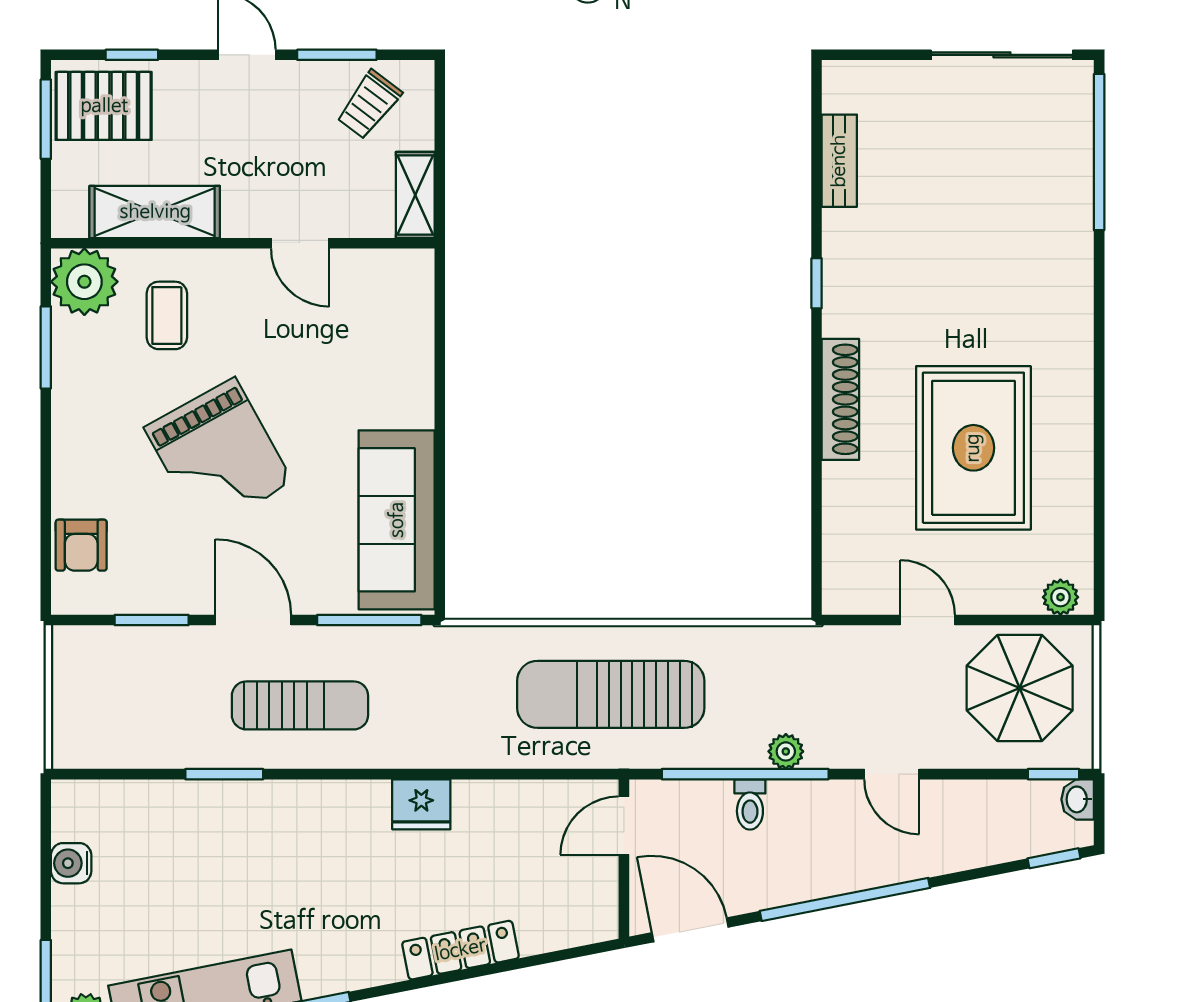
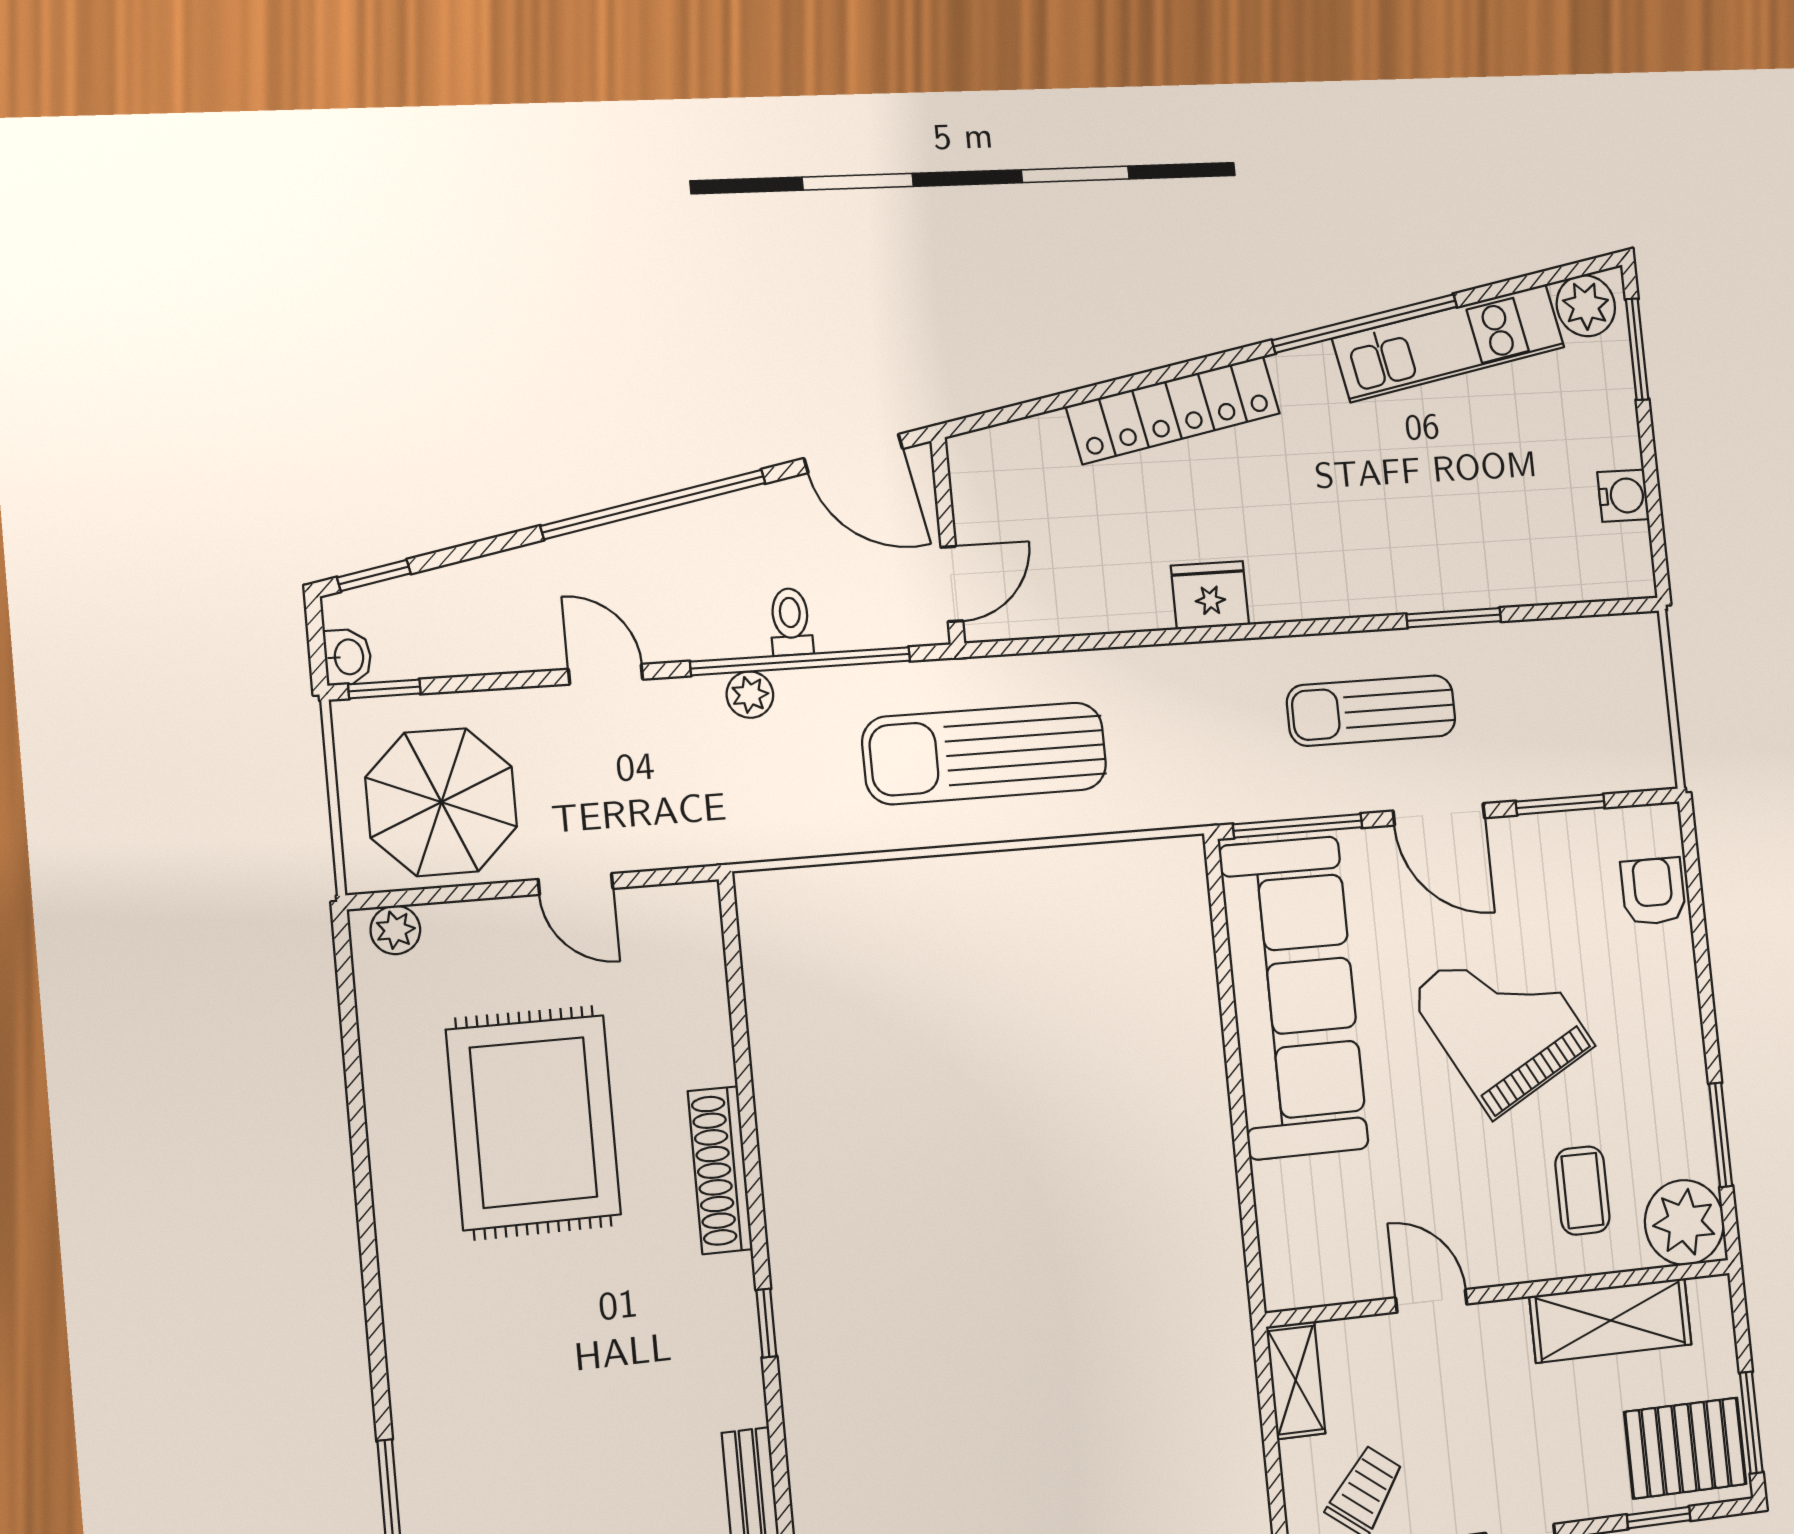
sofa: (397, 520) -> (1294, 997), width x1.36, depth x1.27
sun lounger: (611, 694) -> (985, 753), turned 180
locker: (460, 950) -> (1173, 410), width x1.41, depth x1.21

